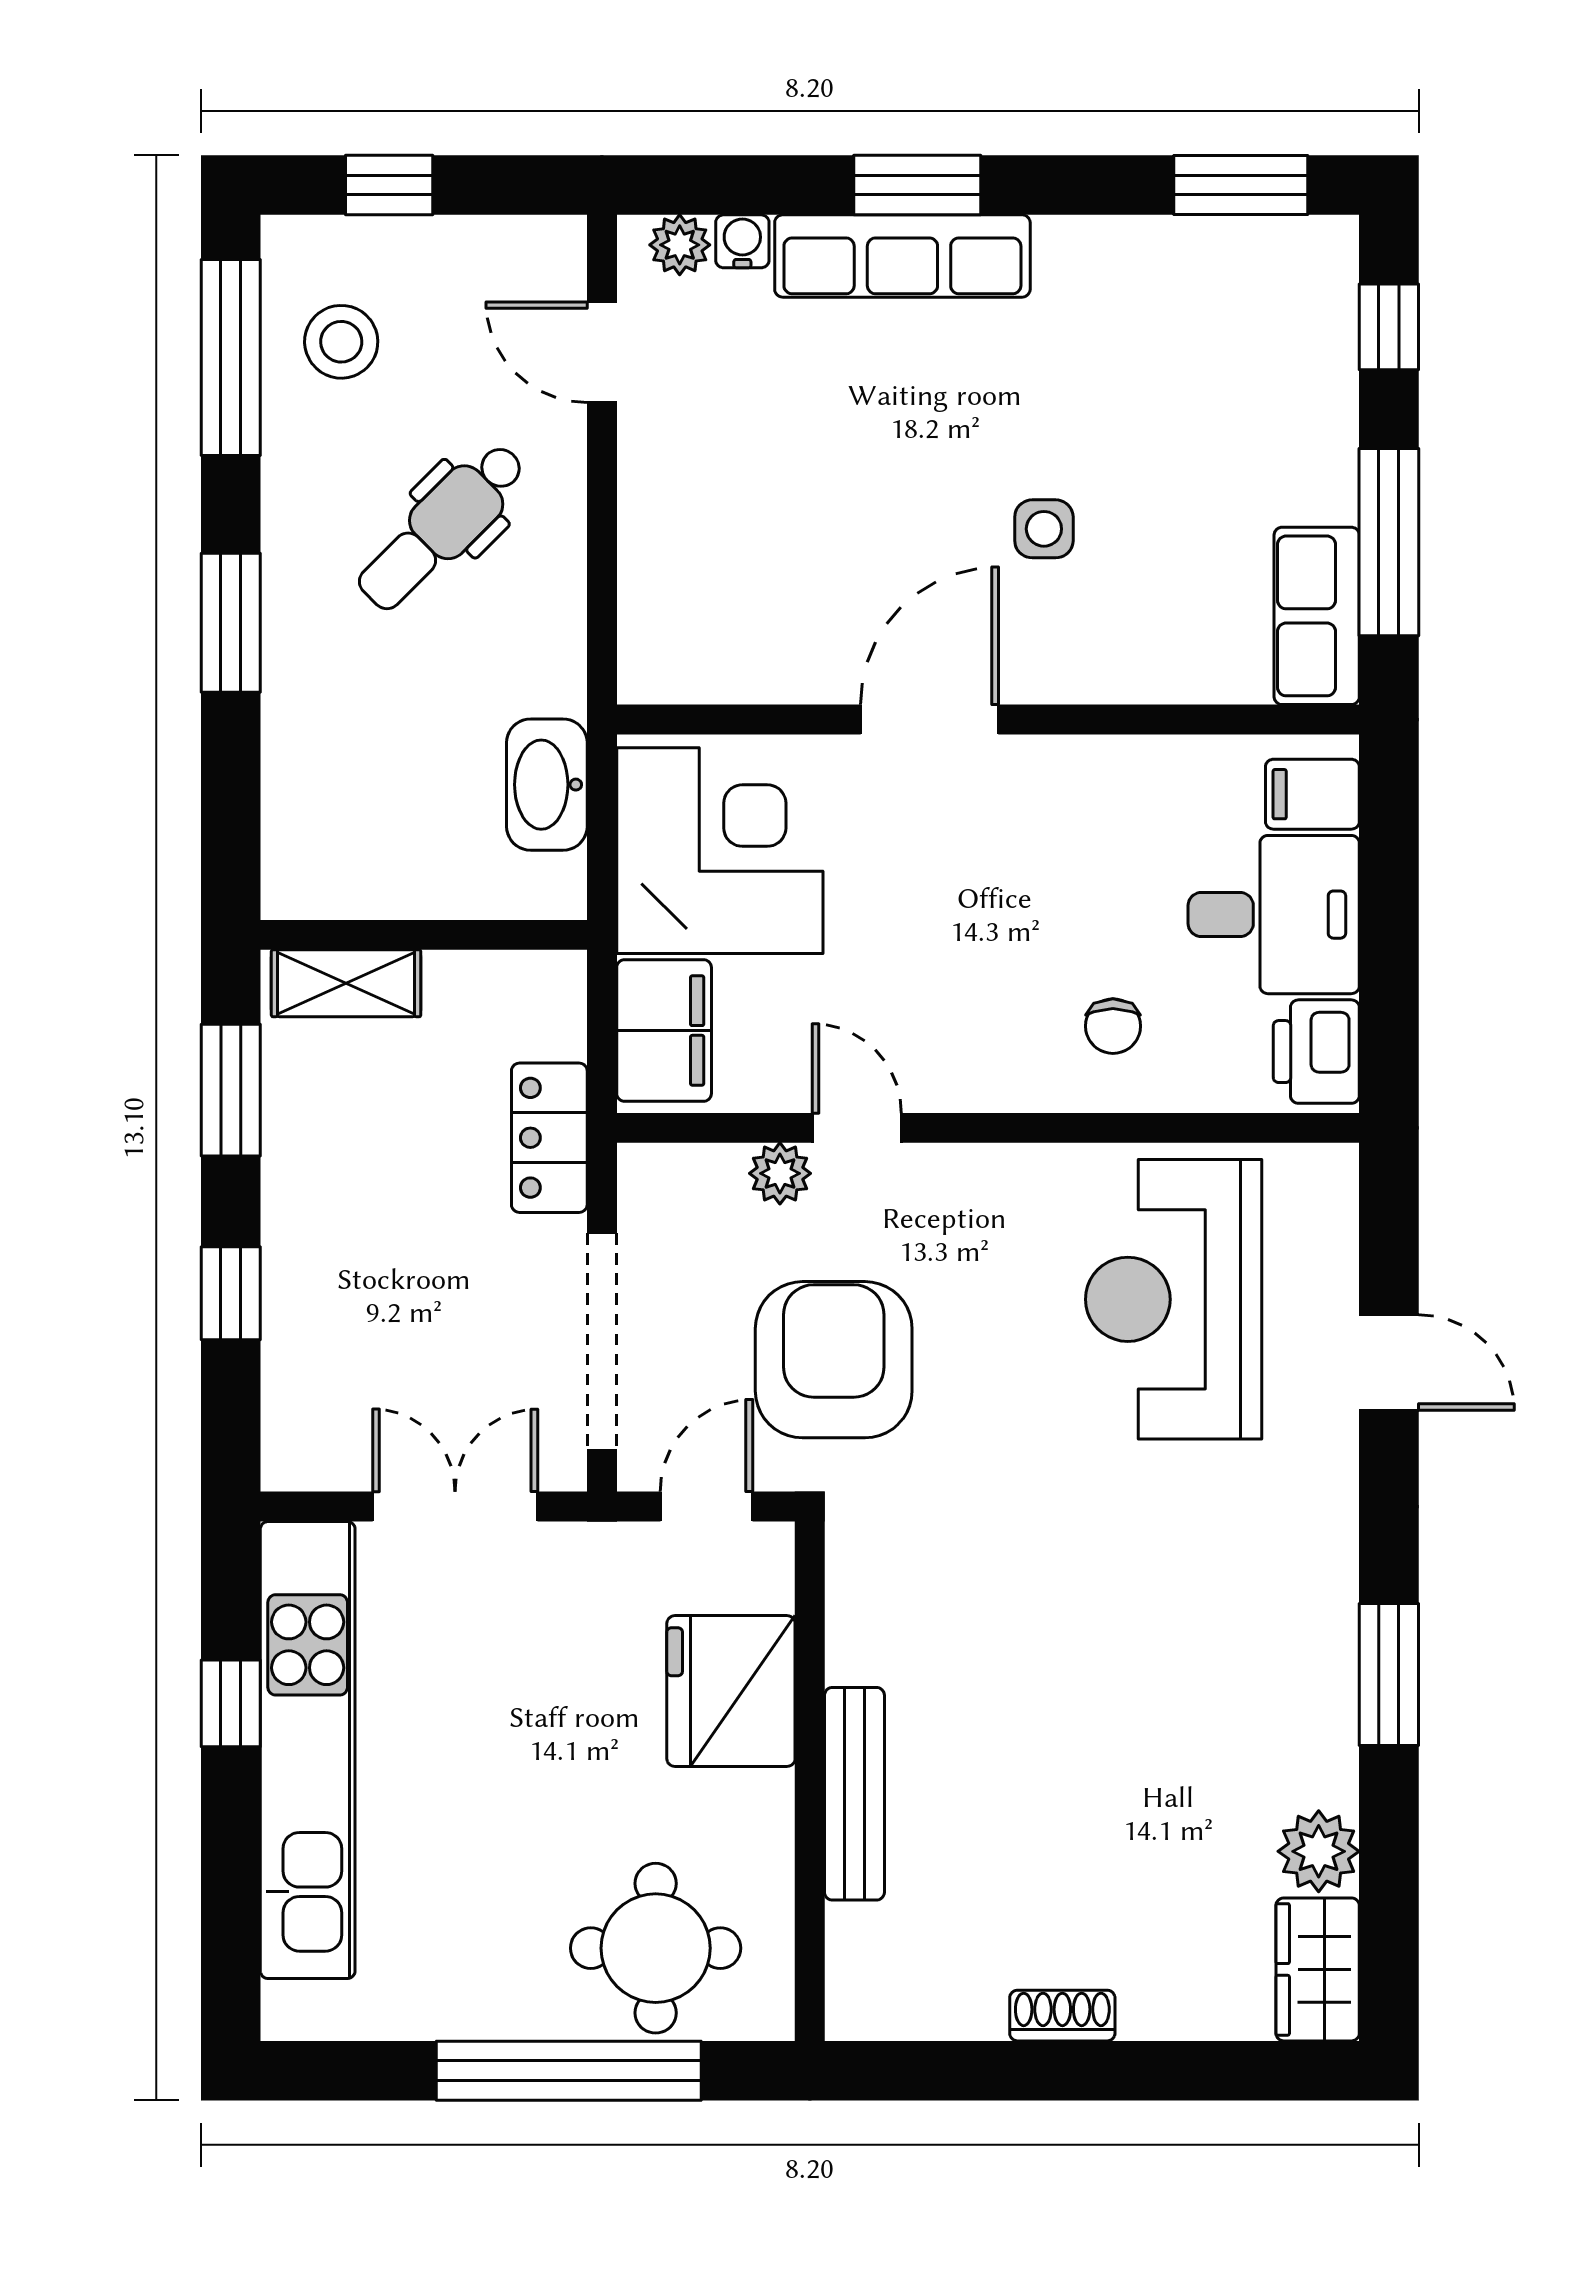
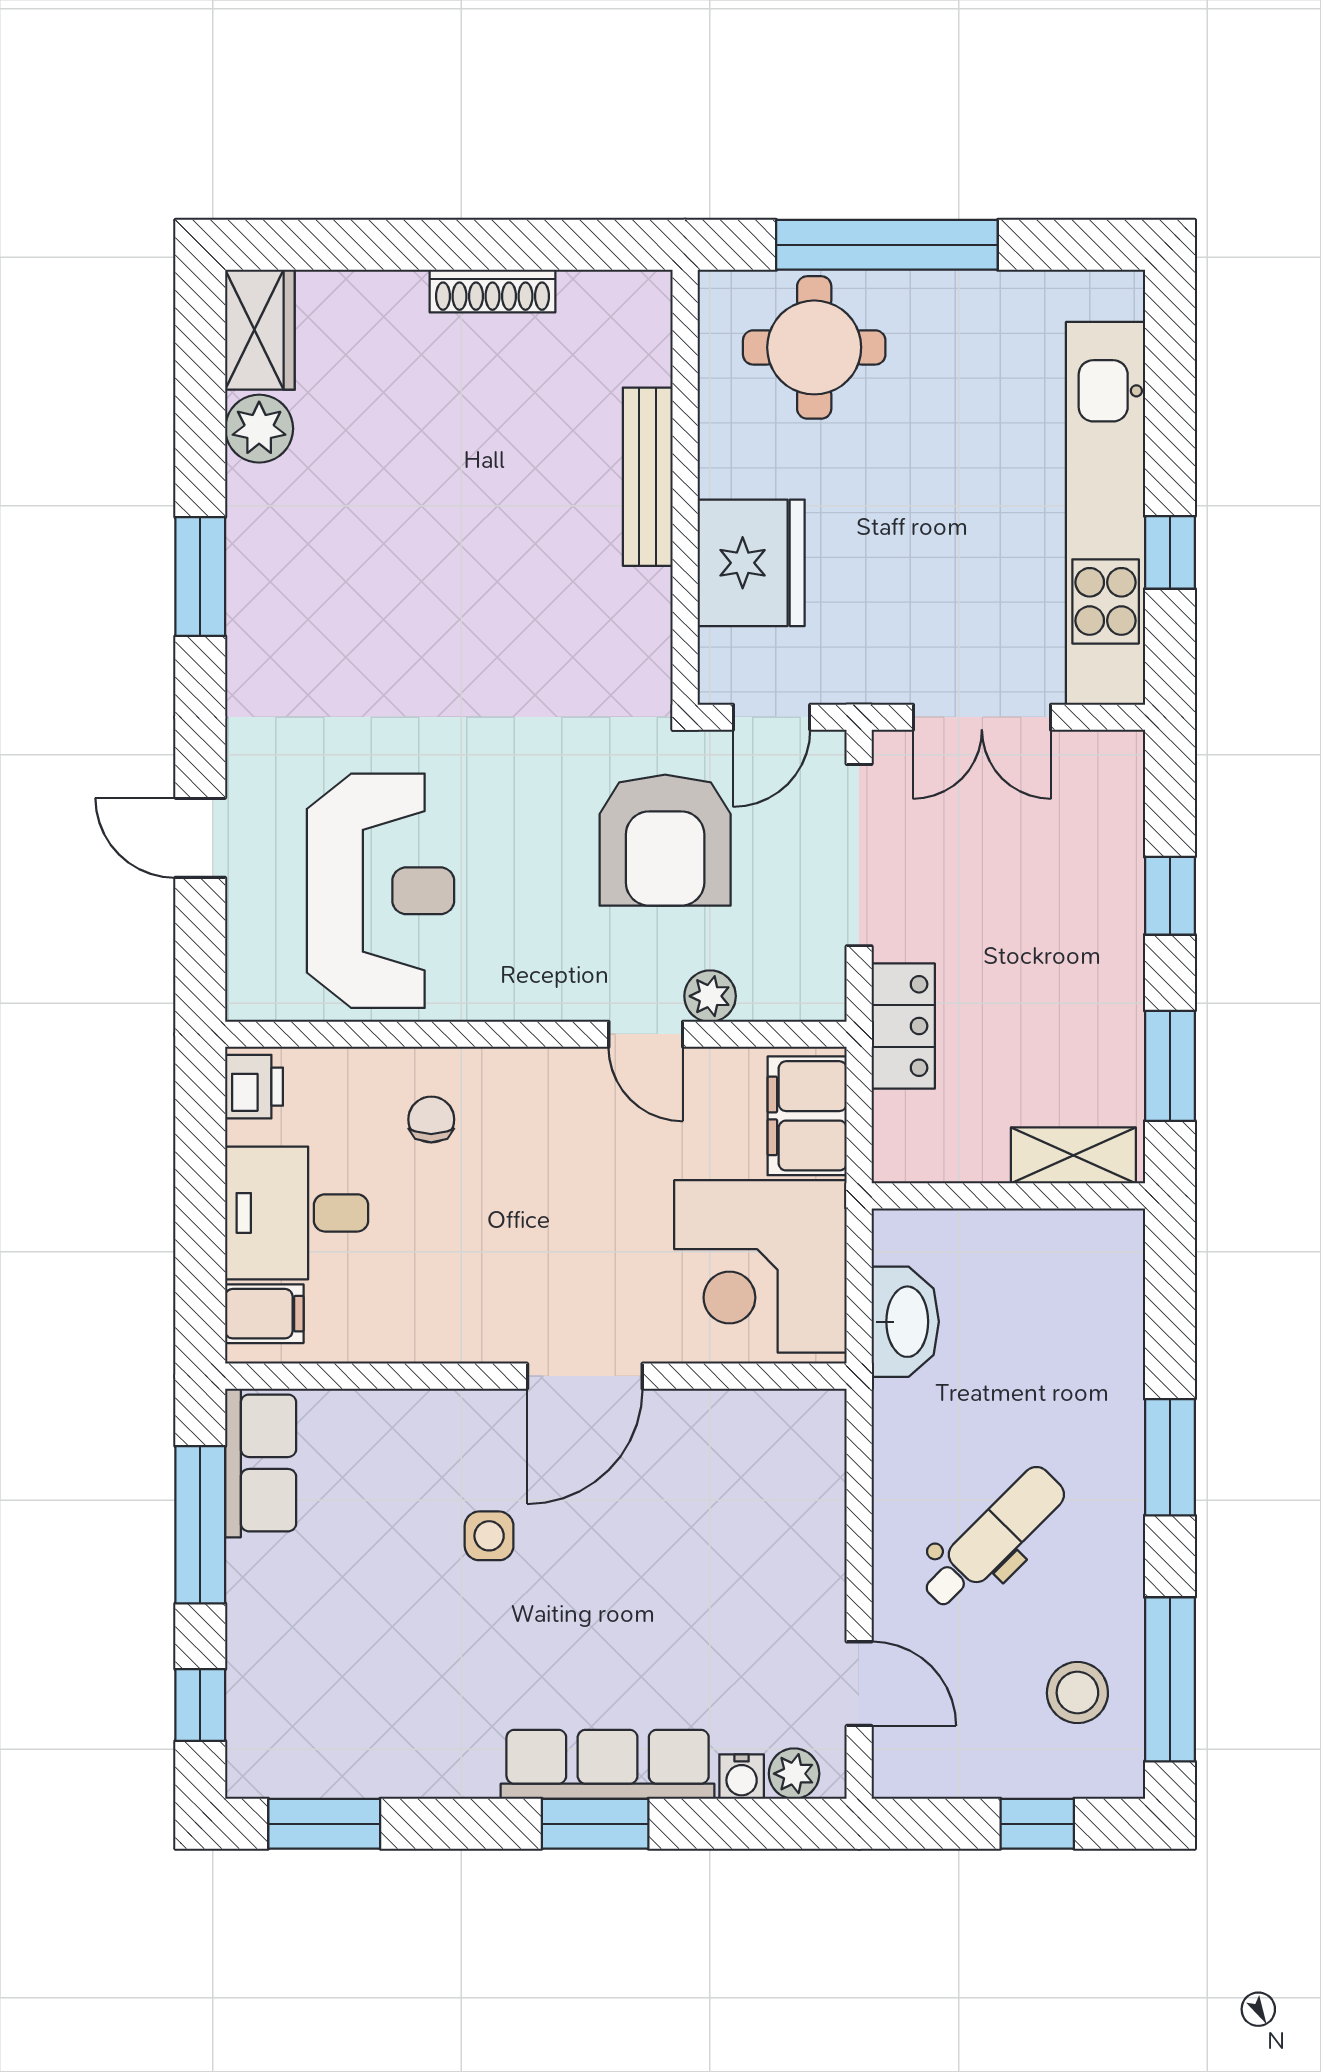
printer: (1316, 1052) -> (254, 1087), width x0.73, depth x0.81
shoe rack: (1062, 2016) -> (493, 291), width x1.43

